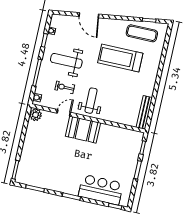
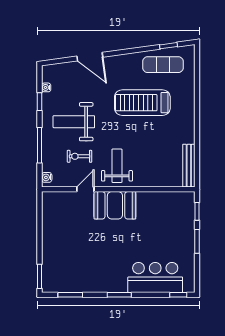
plant: (36, 115) -> (50, 200), removed

